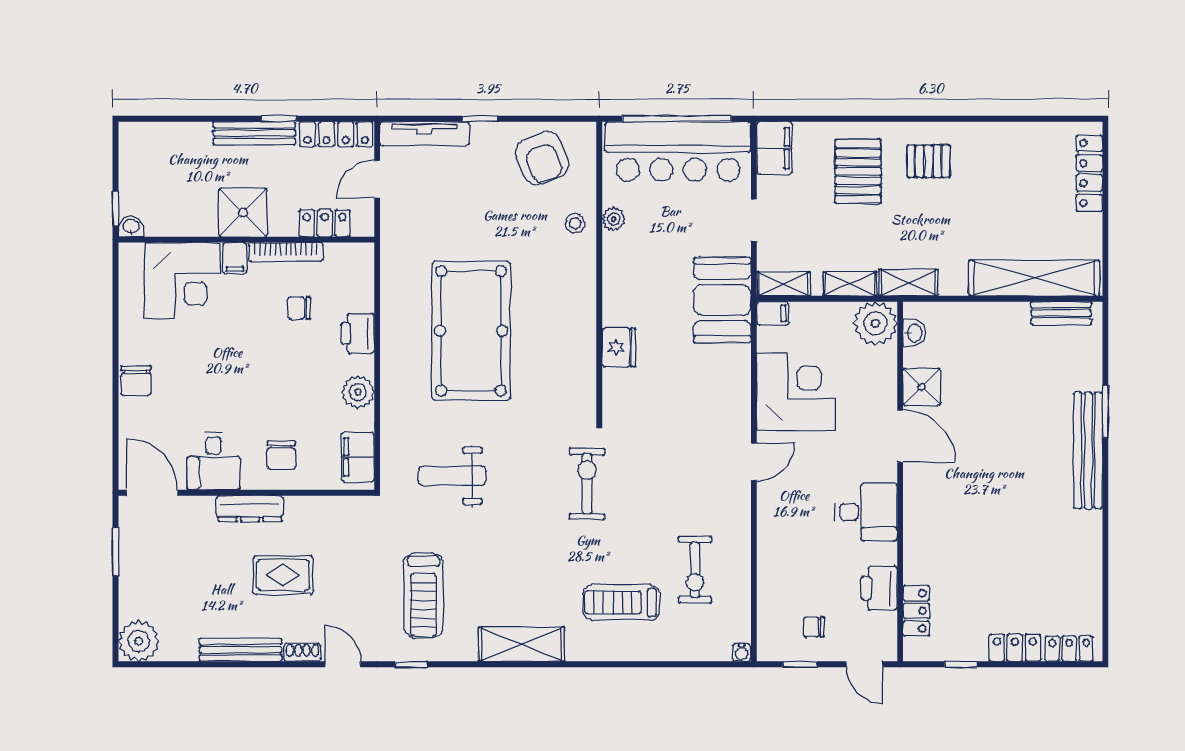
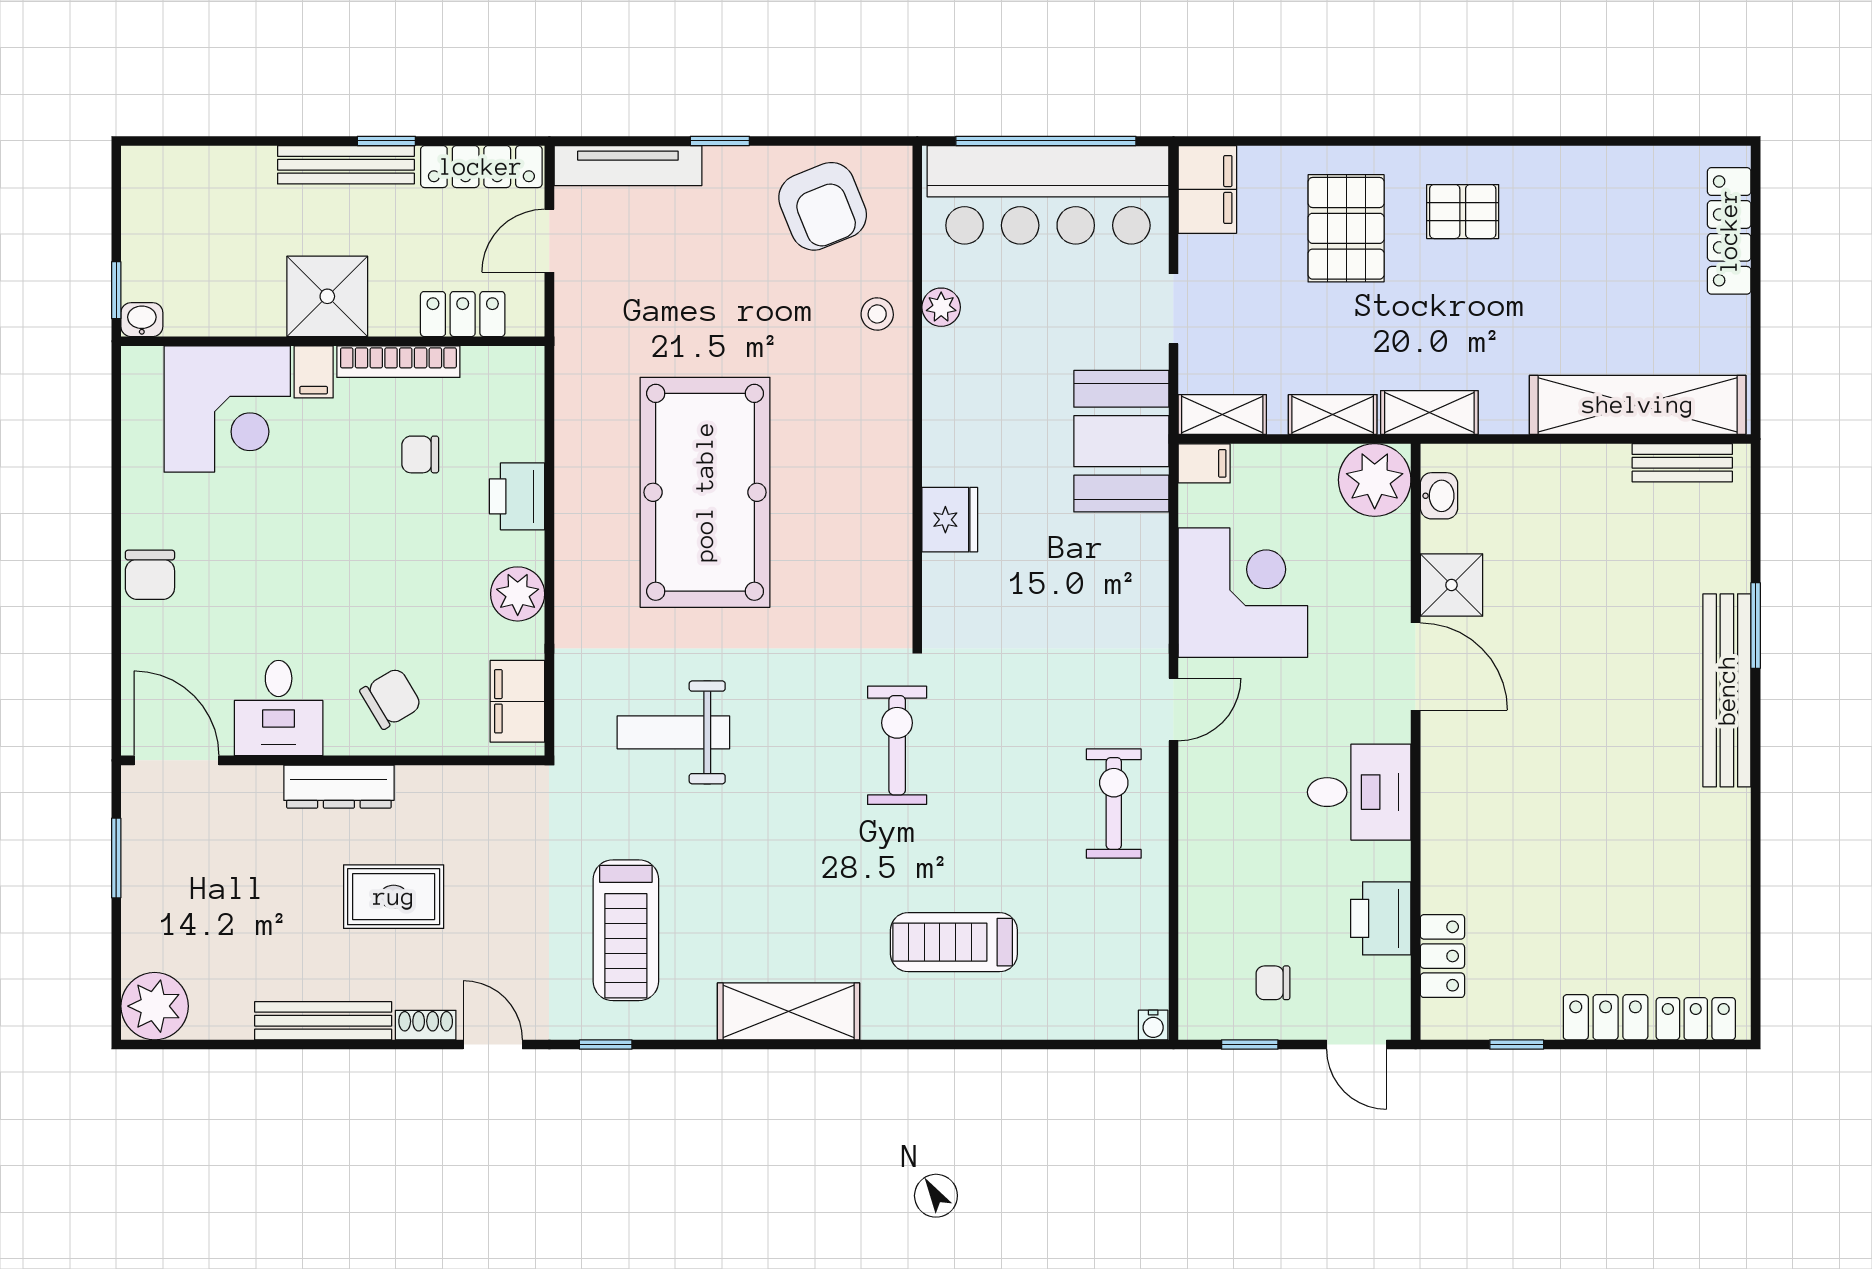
chair: (281, 455) -> (391, 698), turned -121
exercise bike: (695, 570) -> (1114, 803), moved, turned 180

